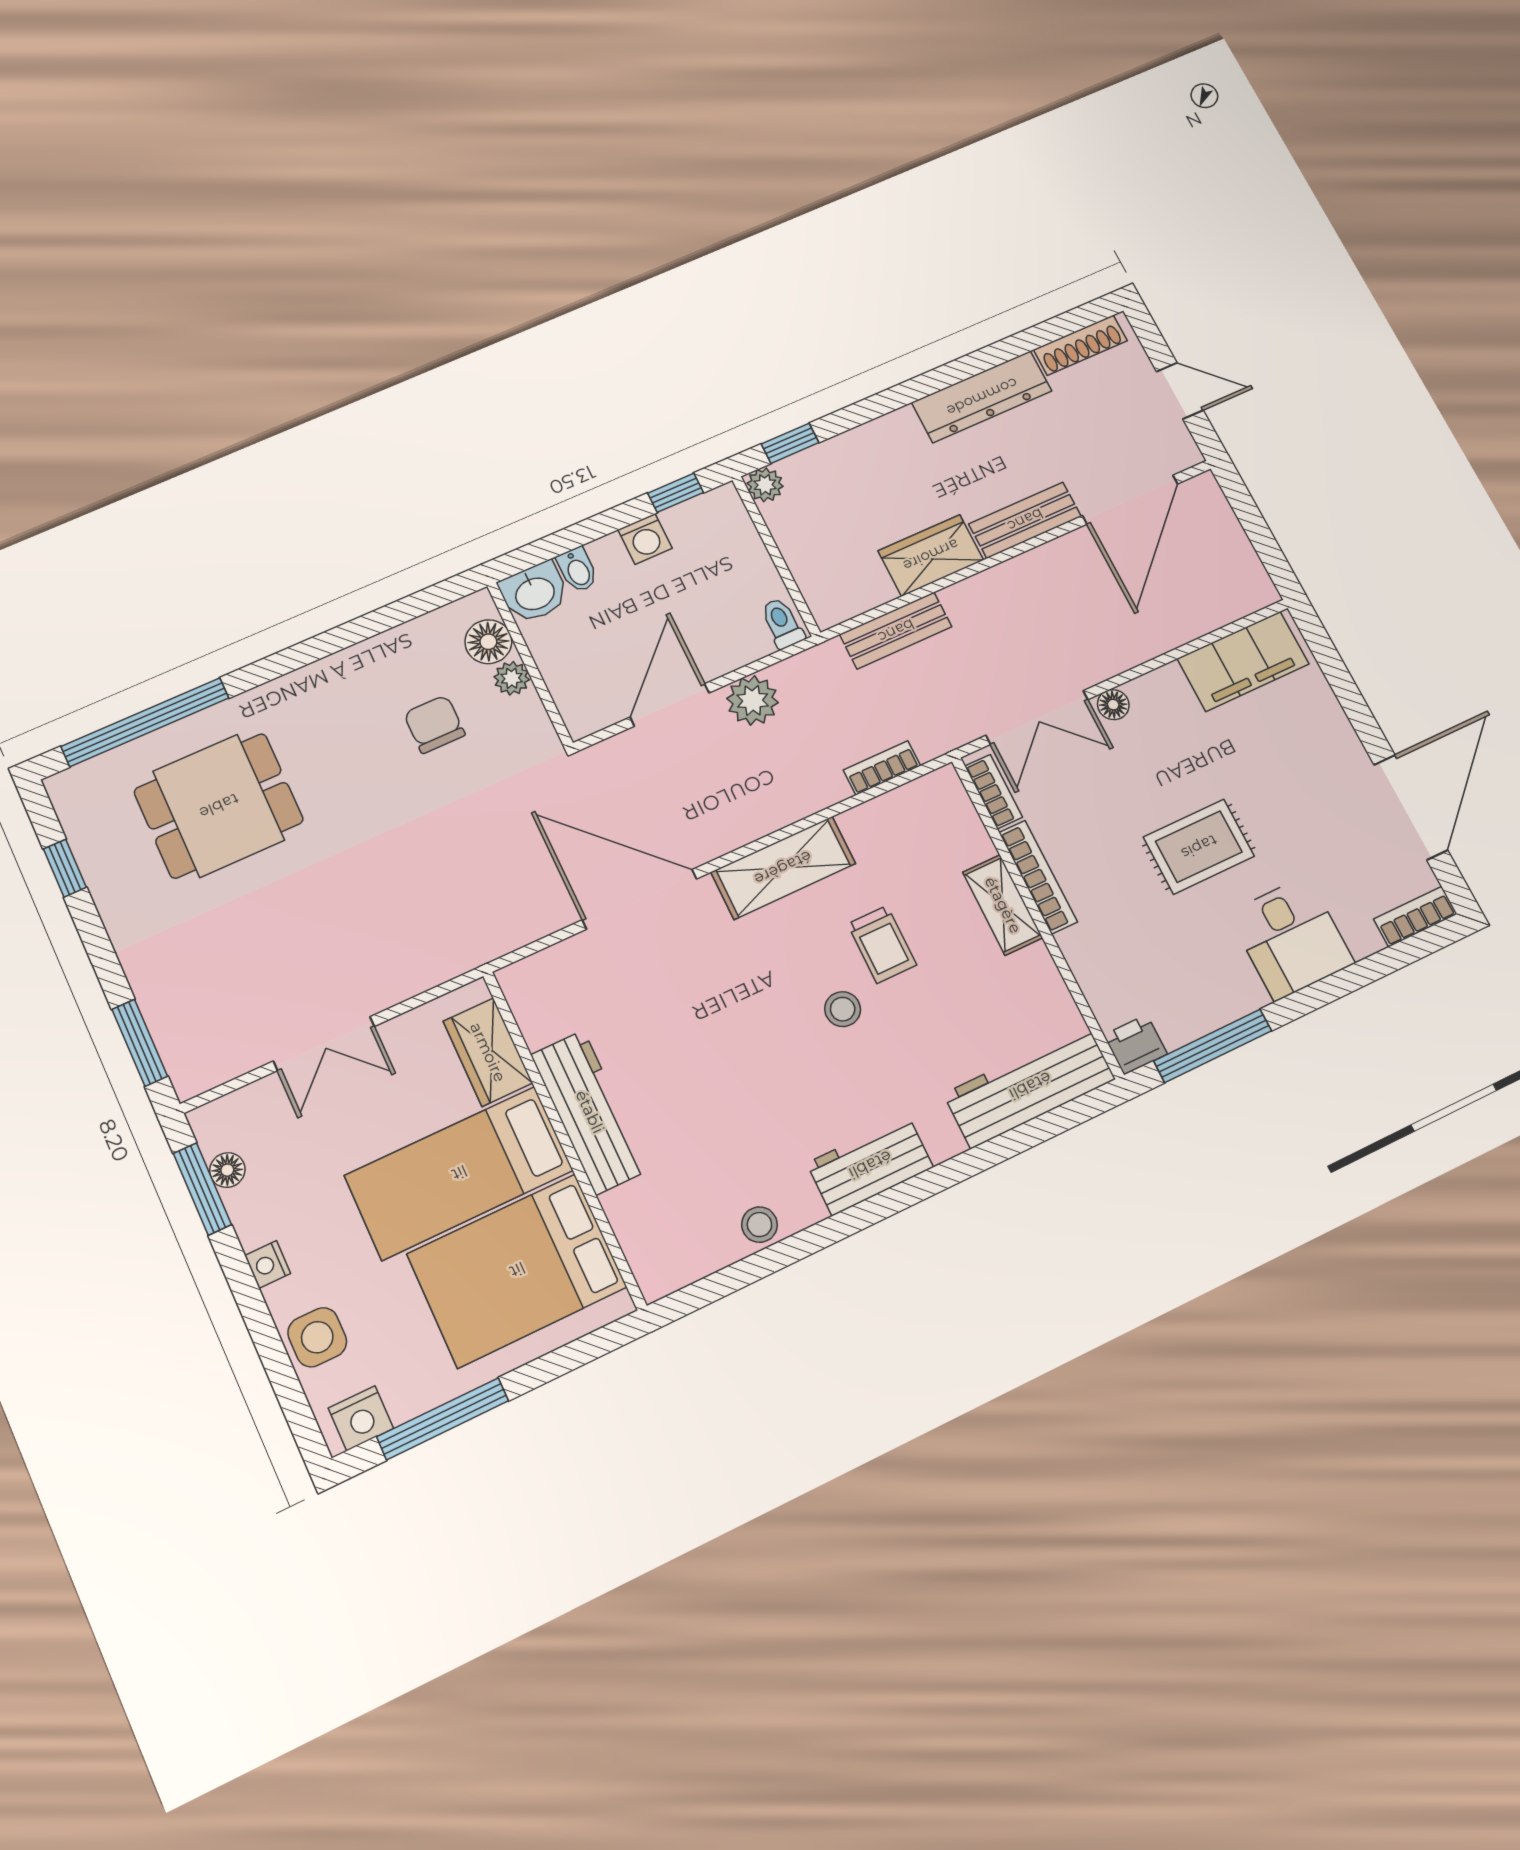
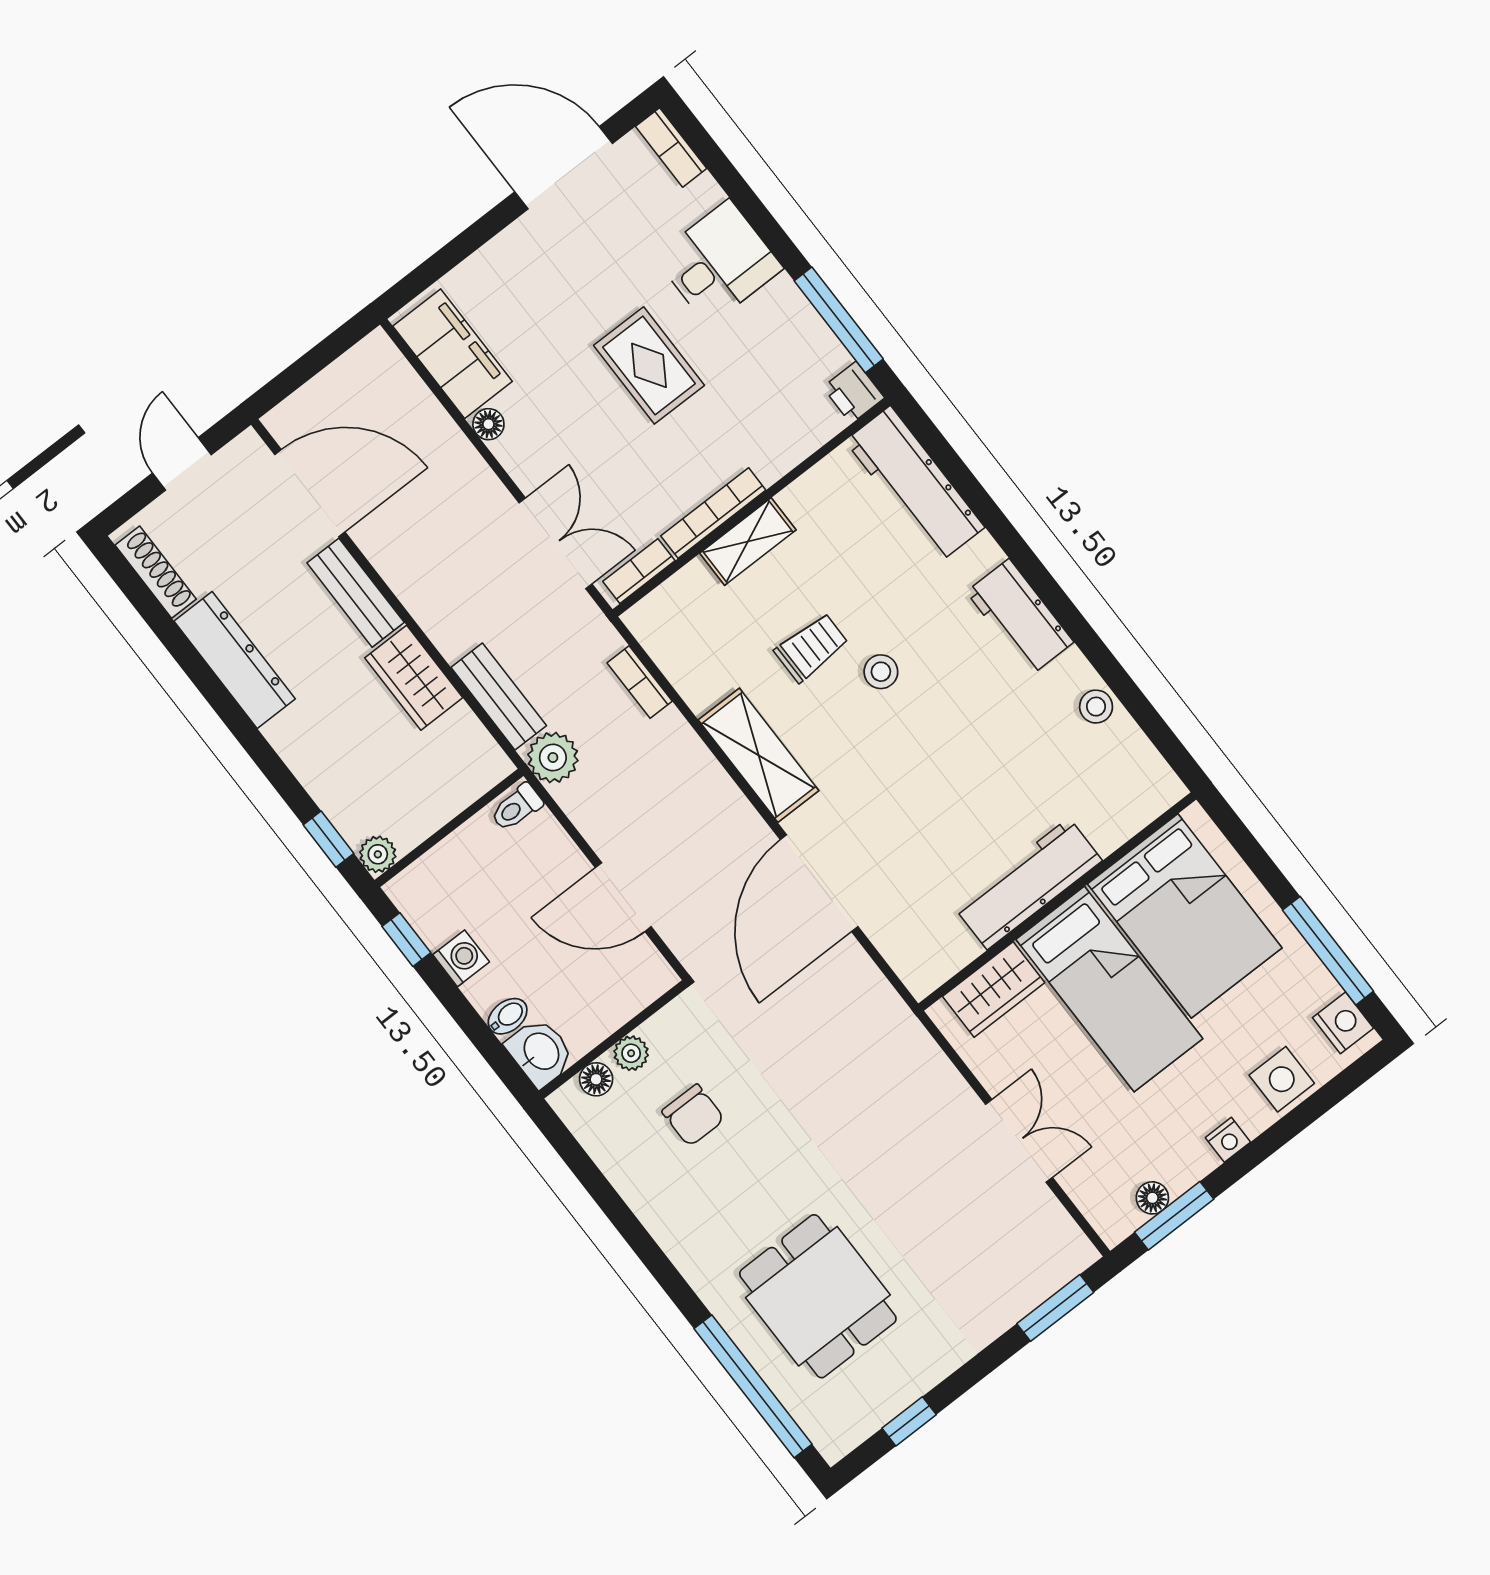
floor lamp: (488, 642) -> (596, 1079), width x0.73, depth x0.73
plant: (753, 700) -> (553, 757), moved
floor lamp: (1113, 705) -> (488, 424), moved
chair: (434, 724) -> (693, 1115), turned -90

